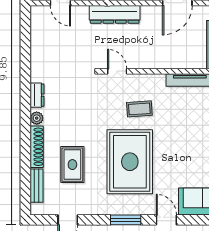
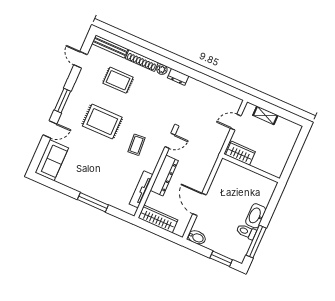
dresser: (115, 14) -> (164, 175), moved, turned 180
rug: (130, 162) -> (102, 122), width x0.73, depth x0.69
bench: (37, 186) -> (110, 46), width x1.36

